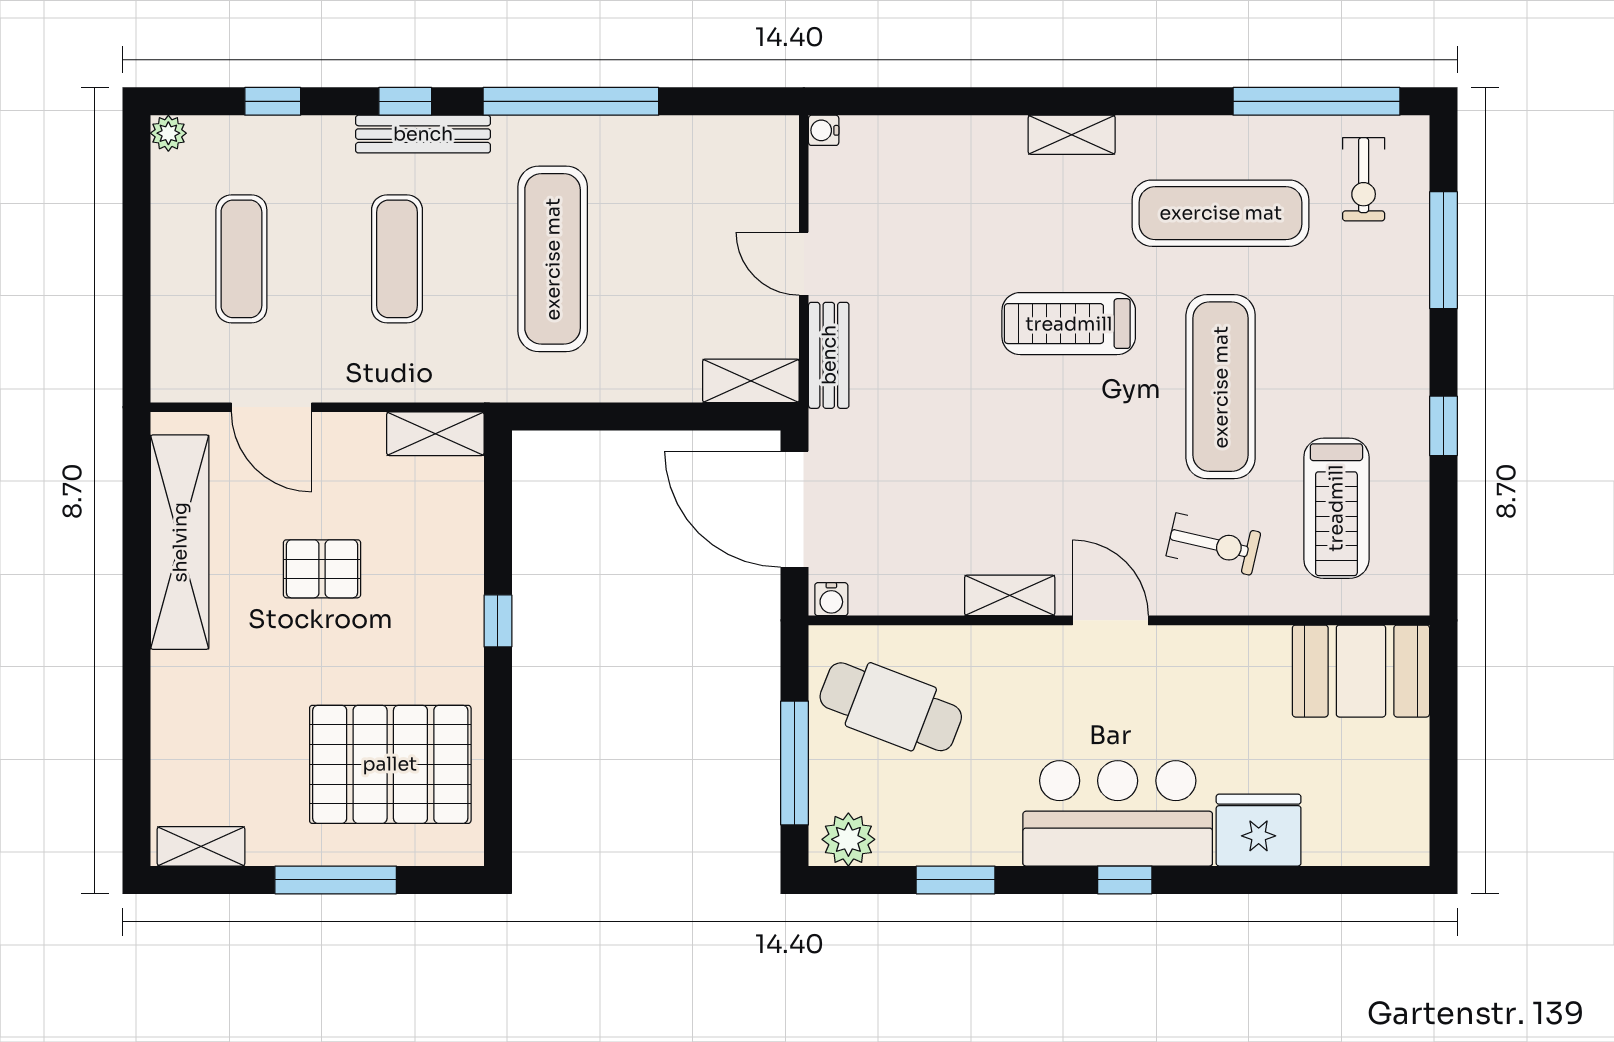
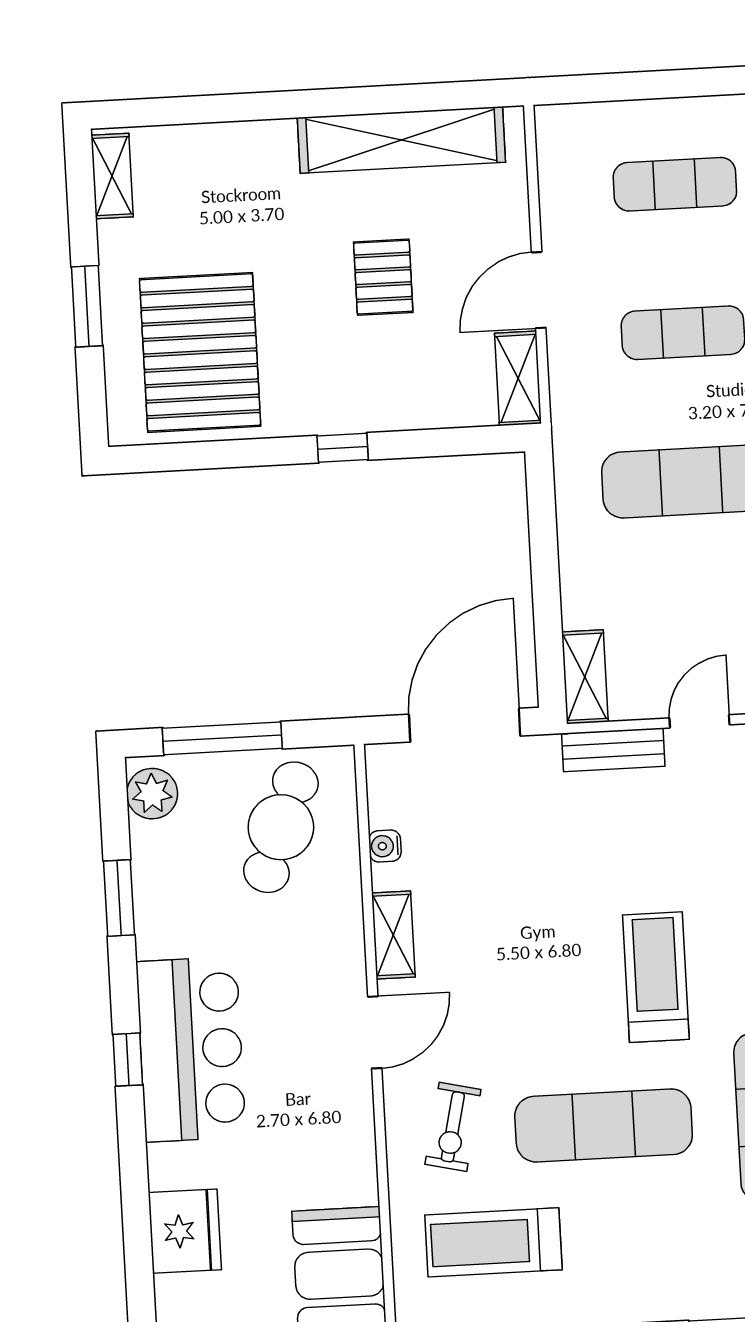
door: (272, 407) -> (539, 290), moved
water cooler: (831, 599) -> (385, 846), moved
fridge: (1259, 830) -> (185, 1231), moved
window: (336, 880) -> (87, 306), width x0.69

